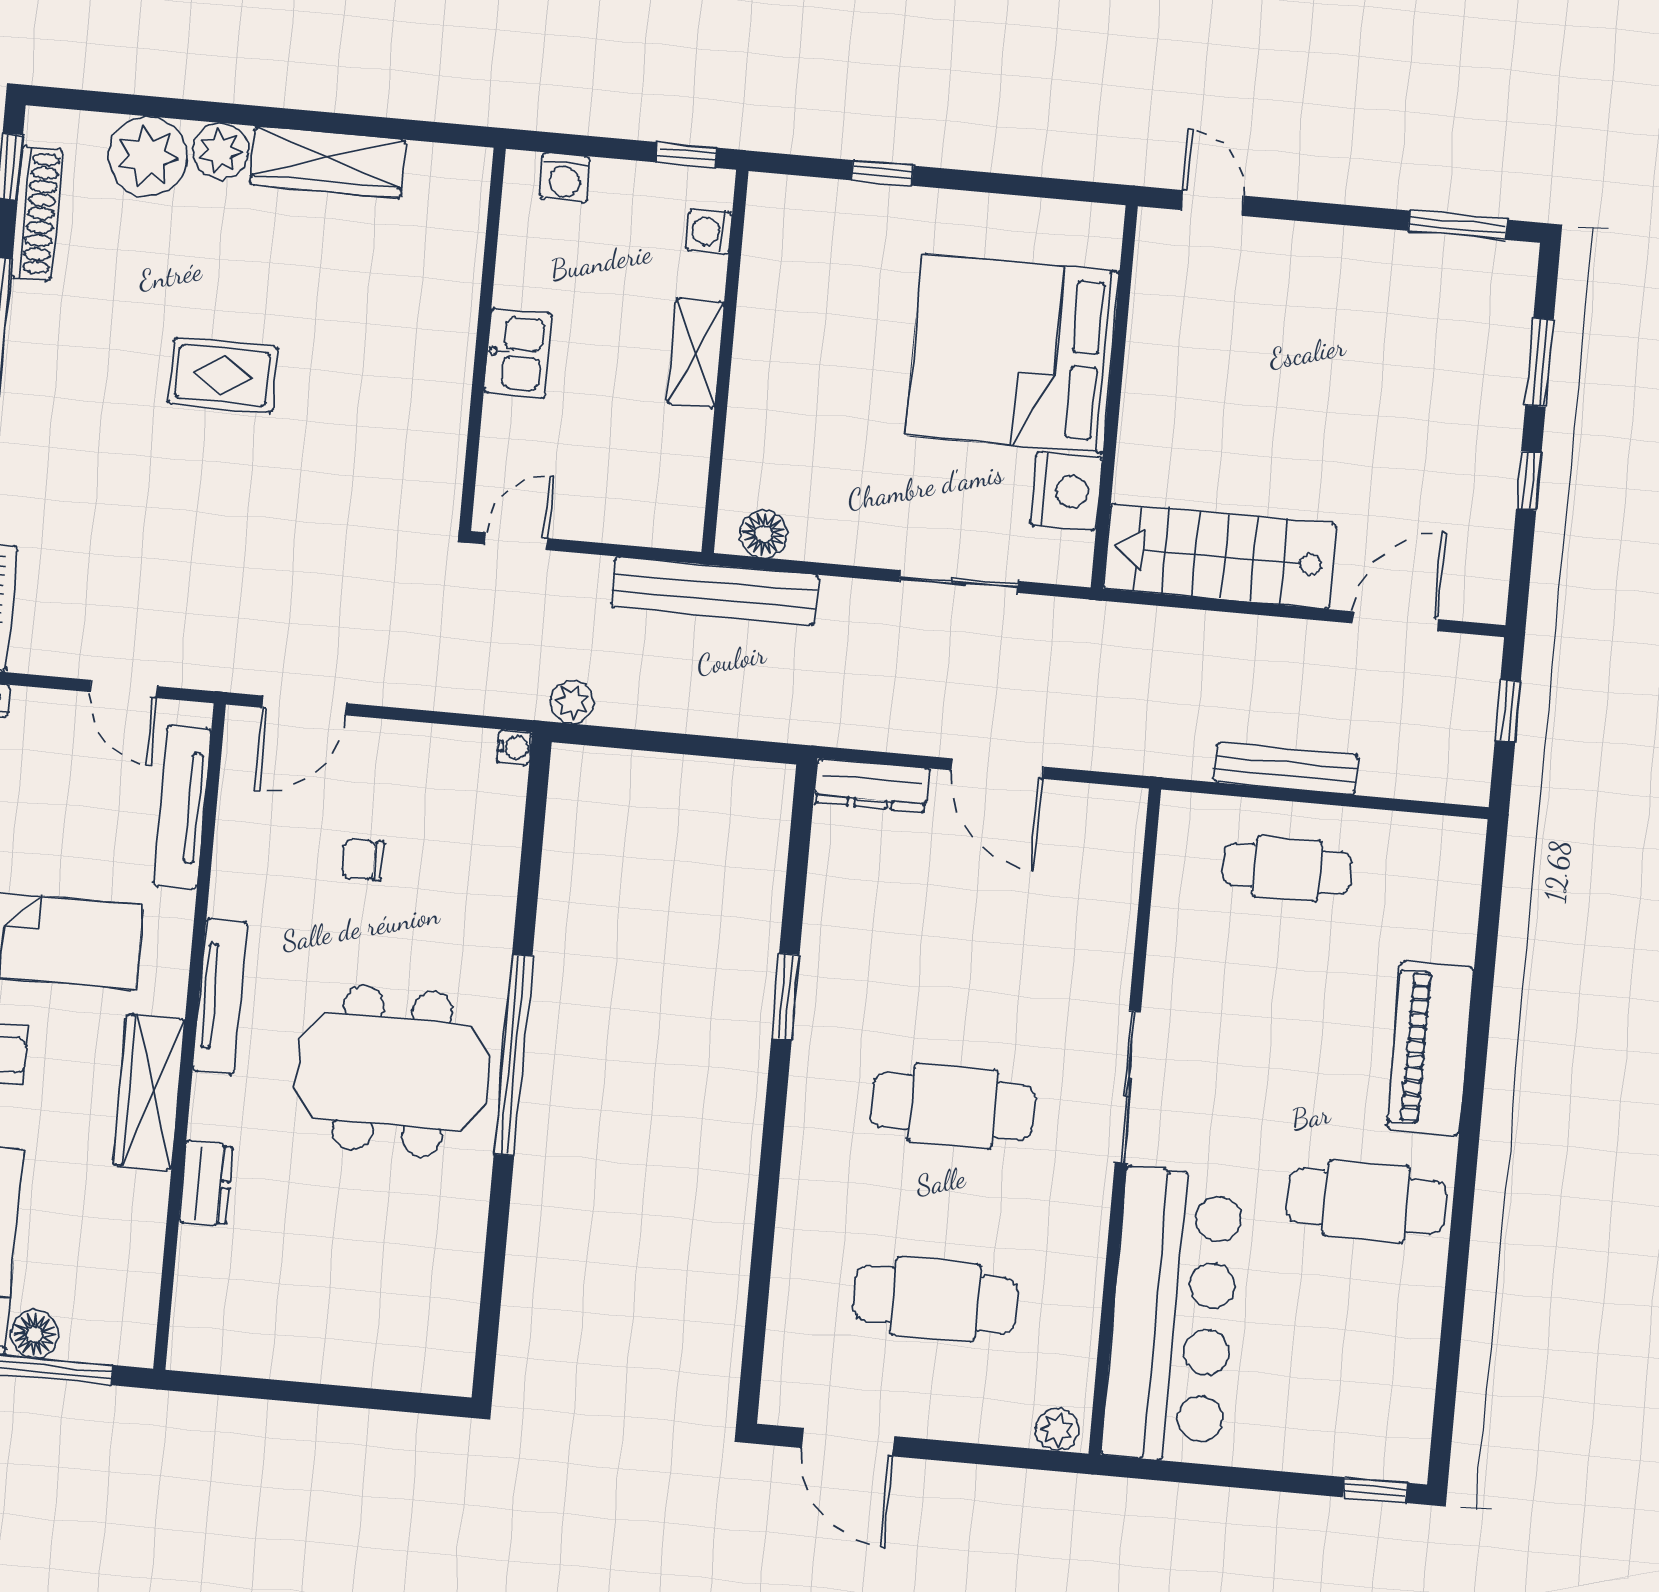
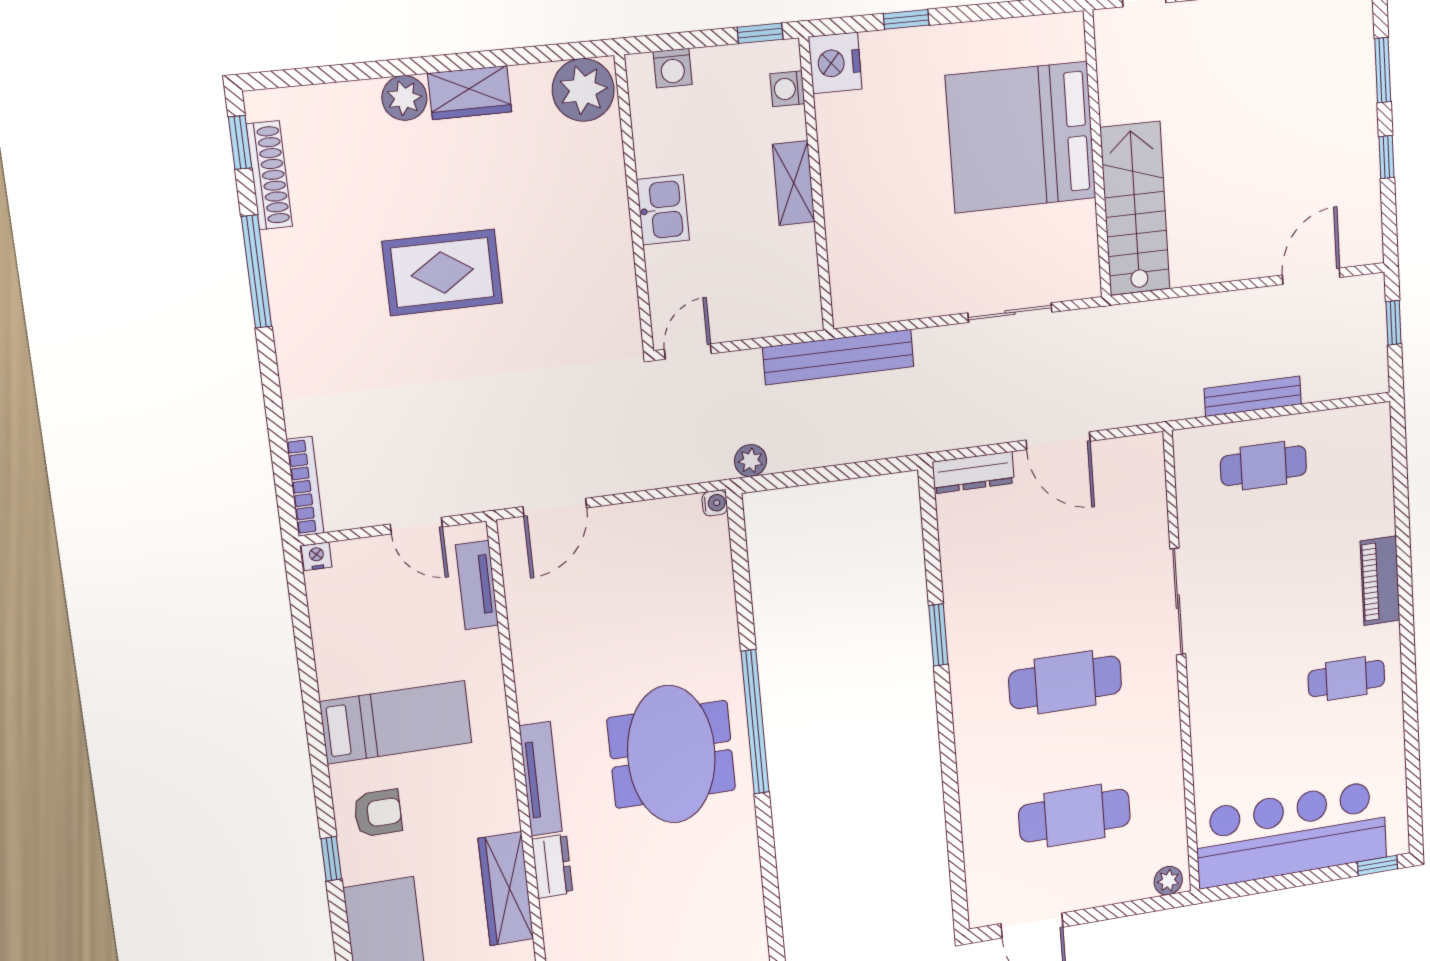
plant: (148, 156) -> (583, 90), moved
wardrobe: (328, 162) -> (470, 93), width x0.67
rug: (223, 375) -> (442, 272), width x1.36, depth x1.43
nightstand: (1066, 491) -> (835, 63), moved, turned 180
floor lamp: (764, 534) -> (866, 307), removed
stairs: (1220, 556) -> (1135, 208), moved, turned 90
tv unit: (182, 807) -> (477, 585), width x0.71
chair: (363, 860) -> (620, 609), removed
tv unit: (220, 996) -> (541, 779), moved
piano: (1430, 1048) -> (1380, 581), width x0.73, depth x0.75
meeting table: (393, 1071) -> (671, 754), turned 90
sliding door: (1128, 1087) -> (1178, 602), moved
wardrobe: (149, 1092) -> (506, 889), moved
cafe table: (1366, 1201) -> (1346, 678), width x0.73, depth x0.74
bar counter: (1173, 1316) -> (1291, 834), moved, turned -90

